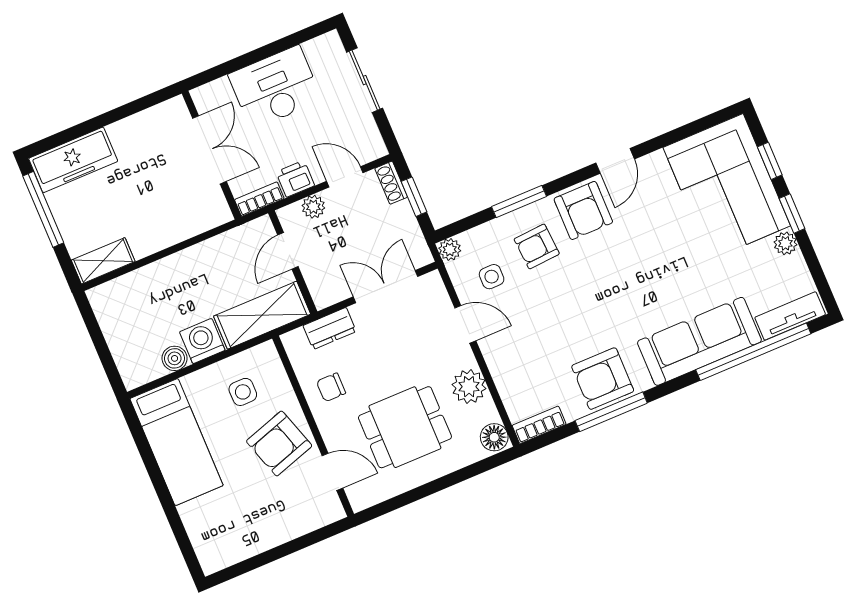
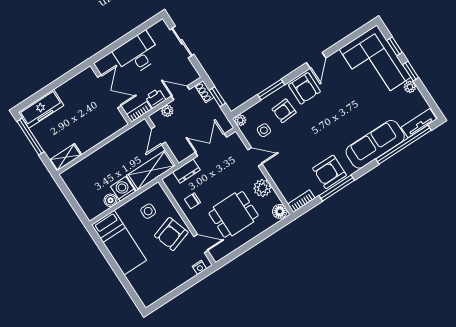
nightstand: (322, 517) -> (199, 267), added

